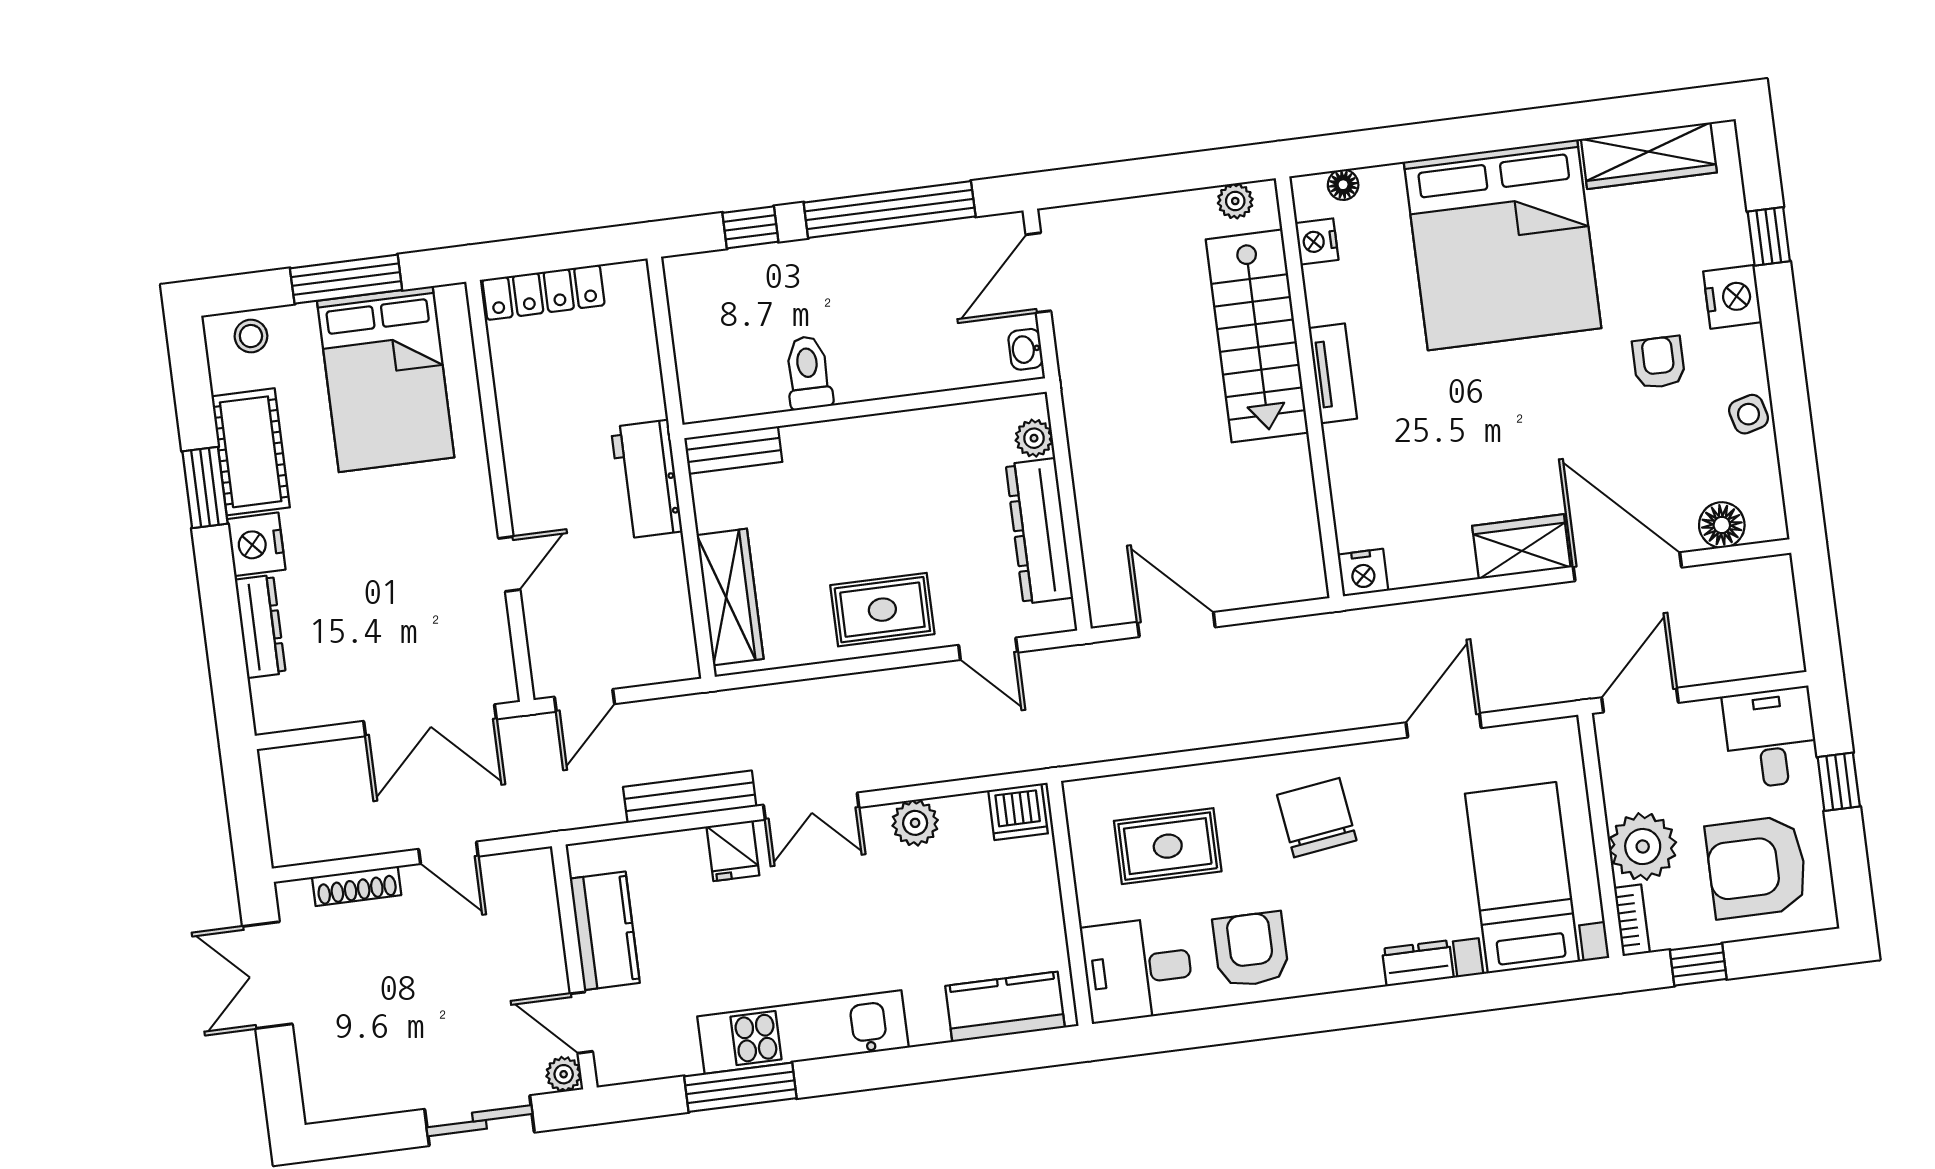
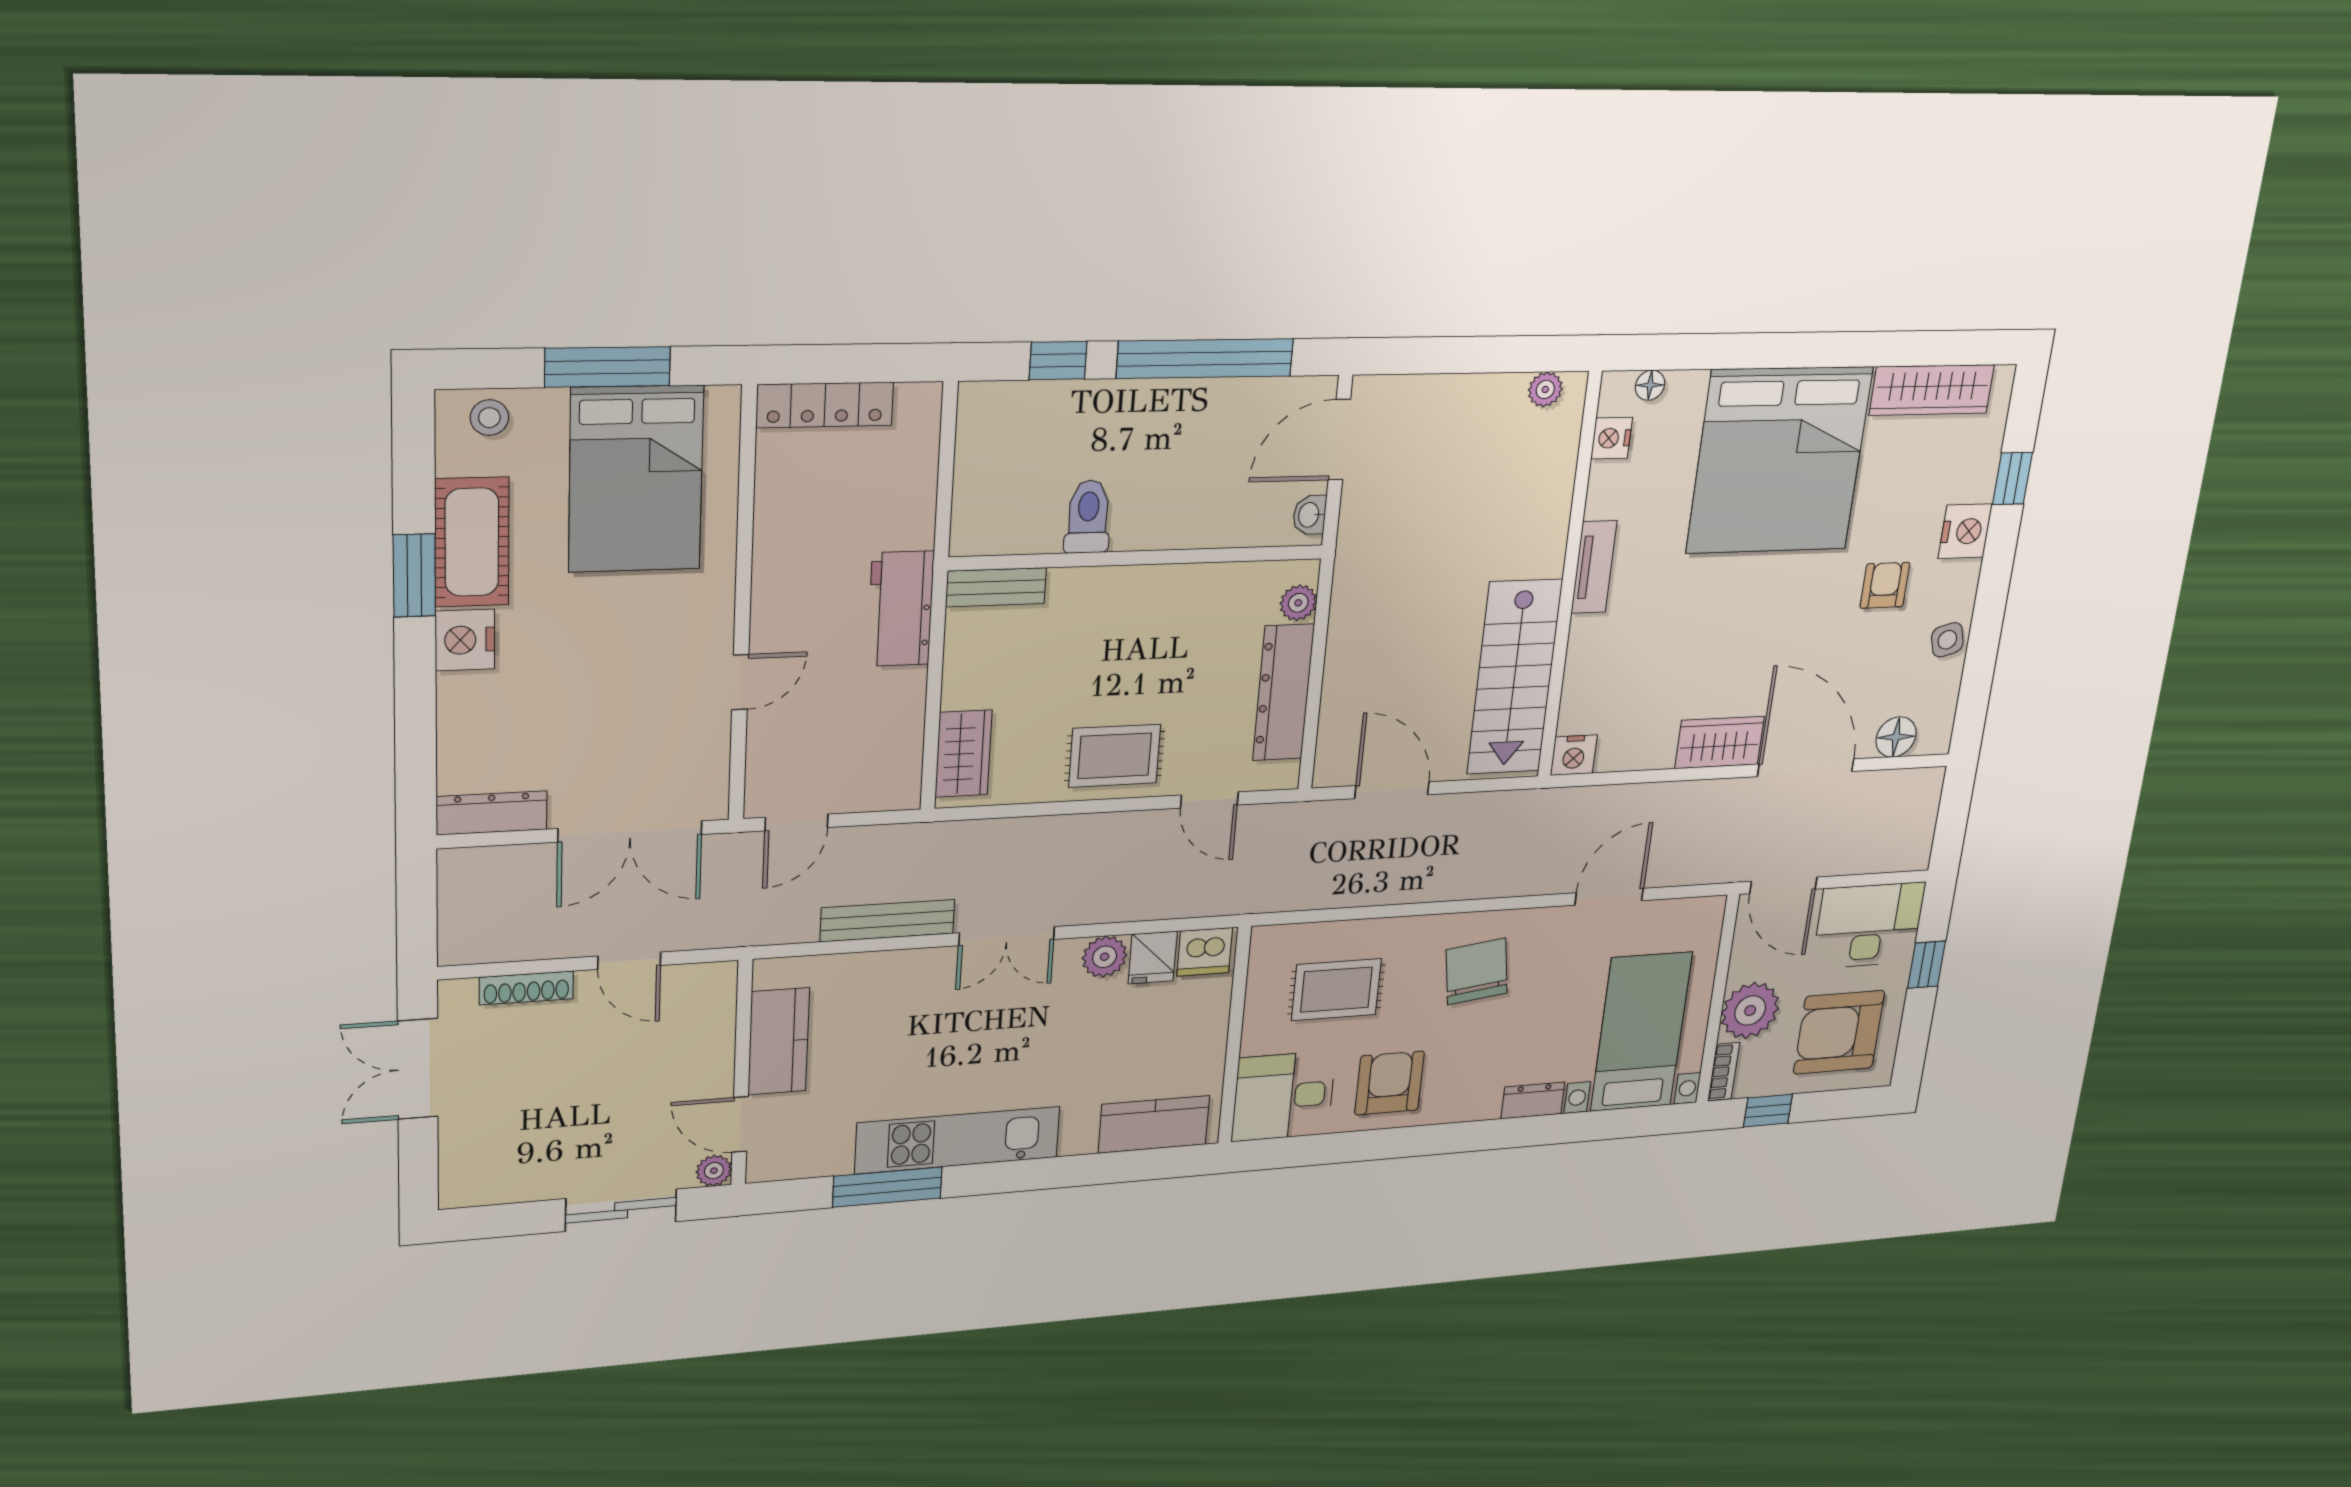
stairs: (1257, 336) -> (1514, 677), moved
wardrobe: (730, 597) -> (964, 754), width x0.67
dresser: (260, 626) -> (492, 813), moved, turned -90
door: (1640, 700) -> (1783, 885), swing flipped
desk: (1771, 738) -> (1869, 925), width x1.37
fridge: (733, 851) -> (1153, 958), moved

